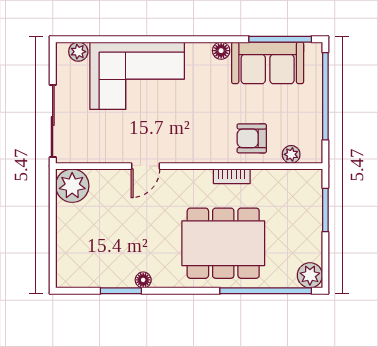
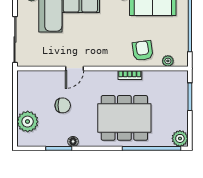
armchair: (252, 138) -> (143, 51), turned 82
plant: (72, 186) -> (28, 122), moved
chair: (127, 224) -> (63, 105), added

